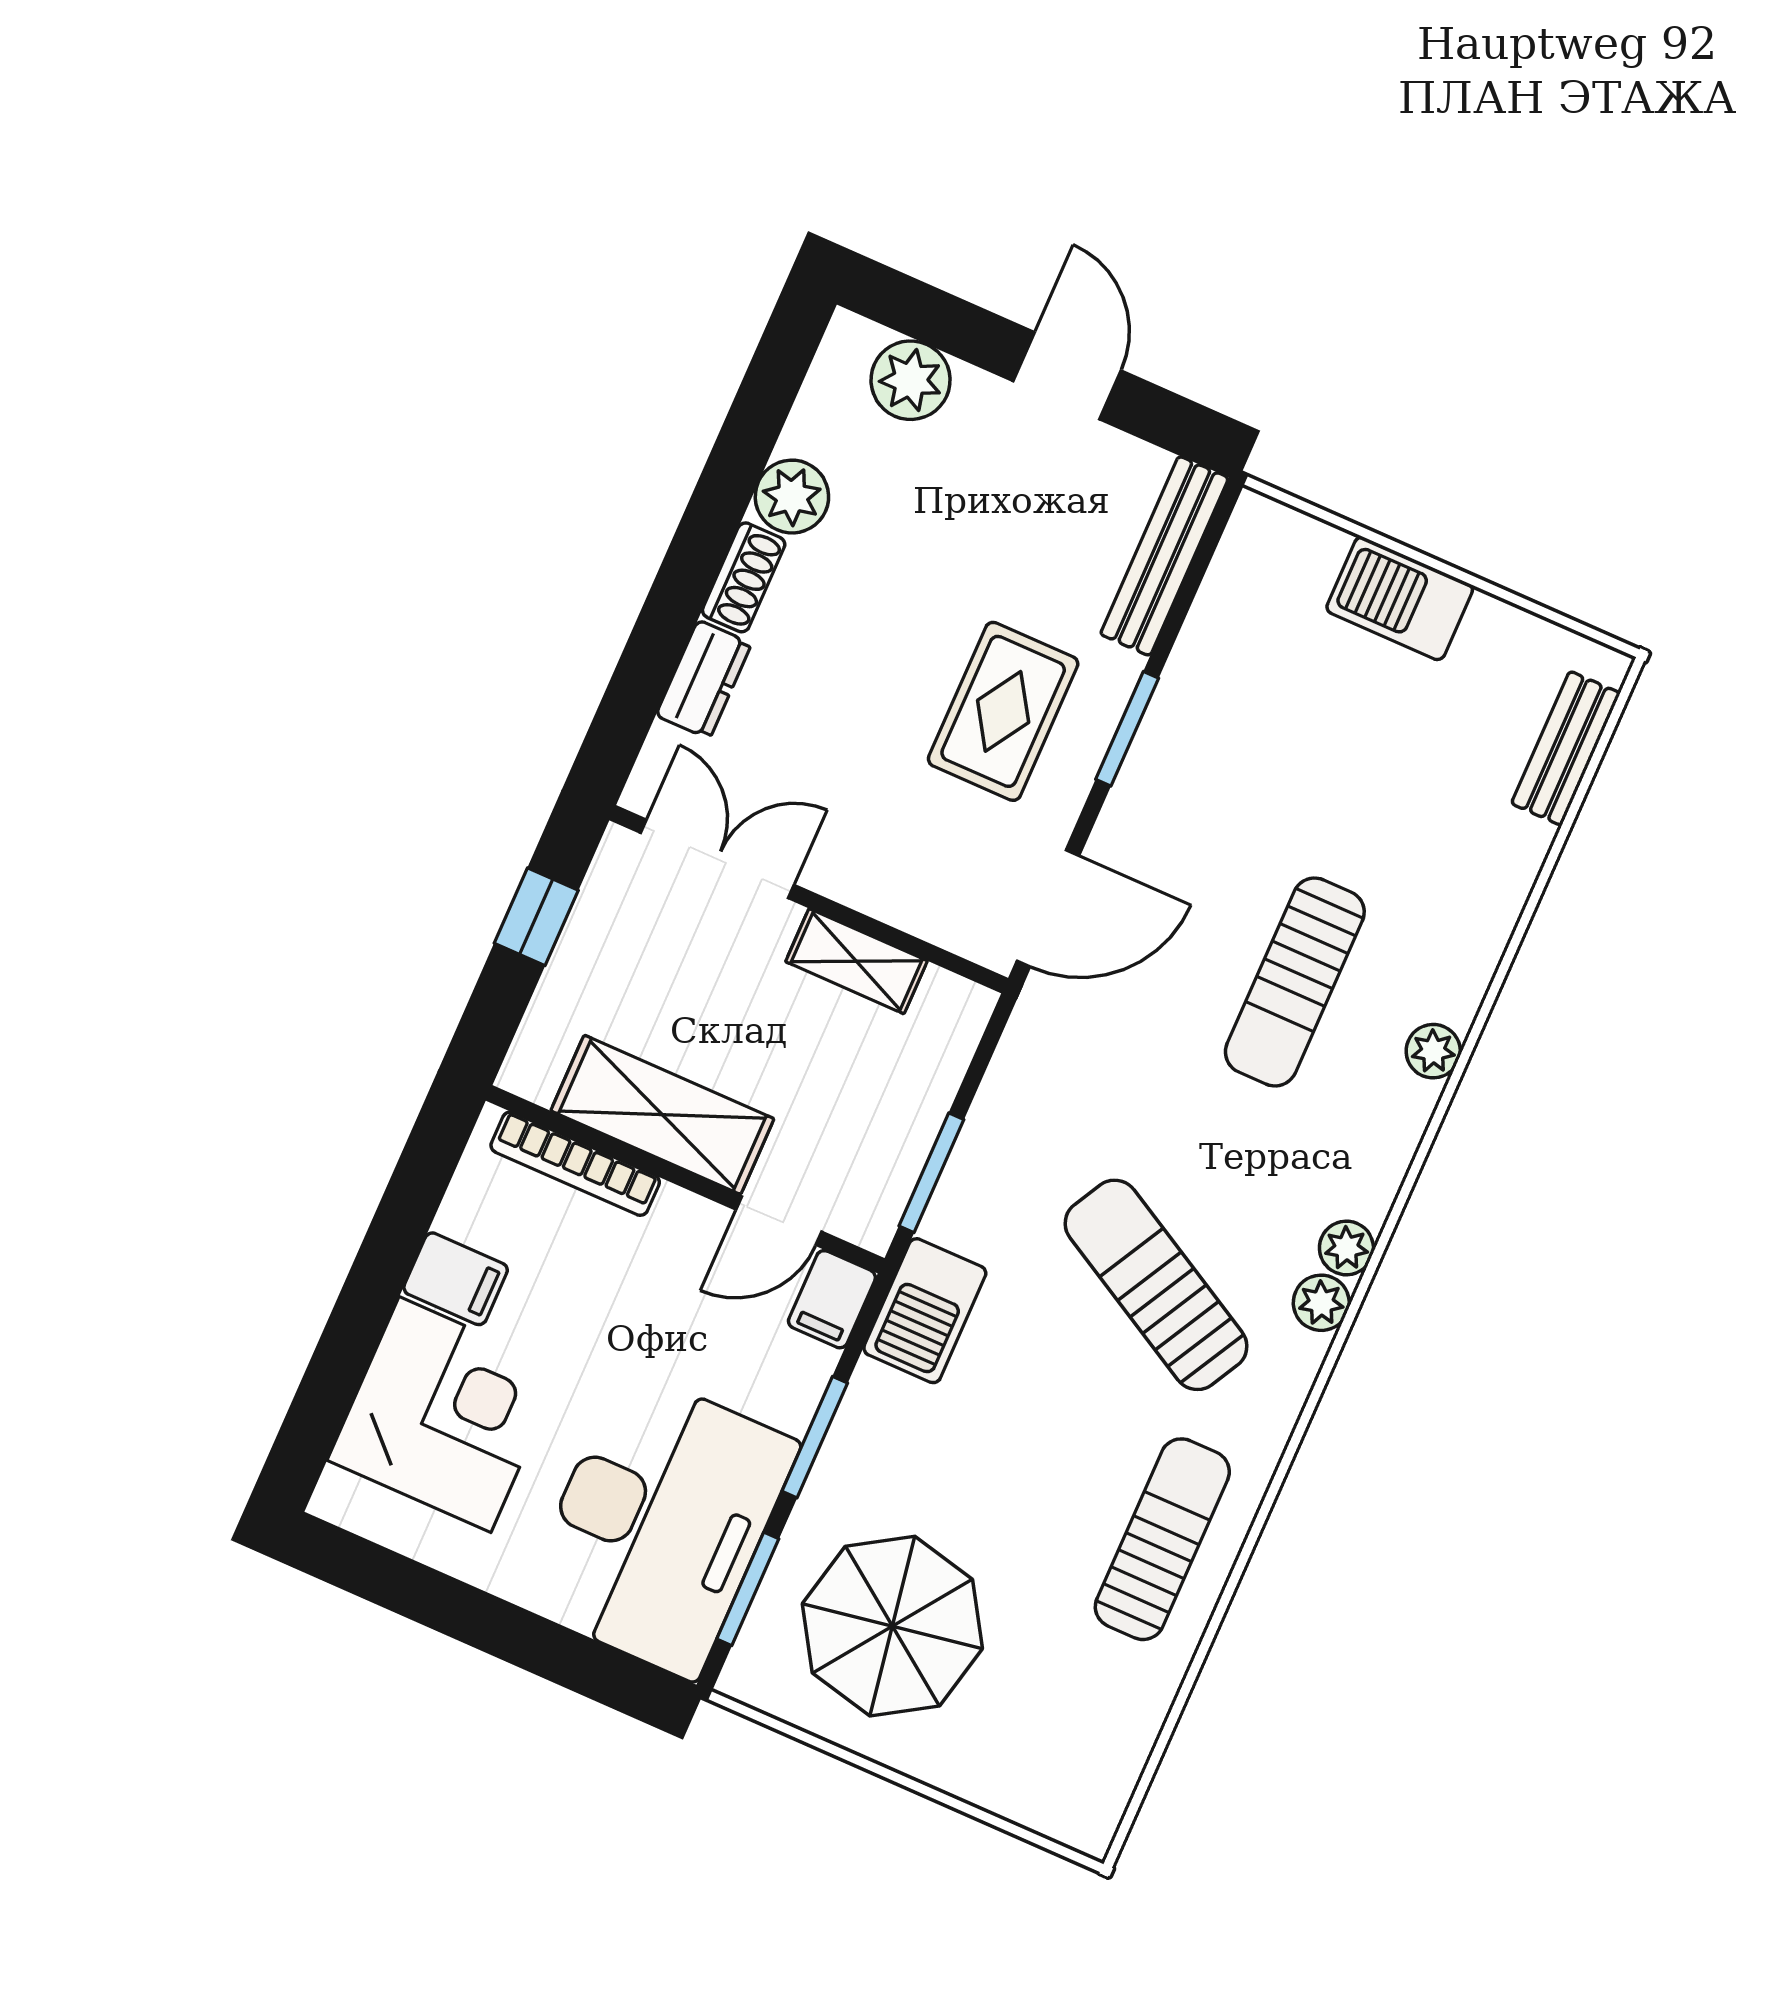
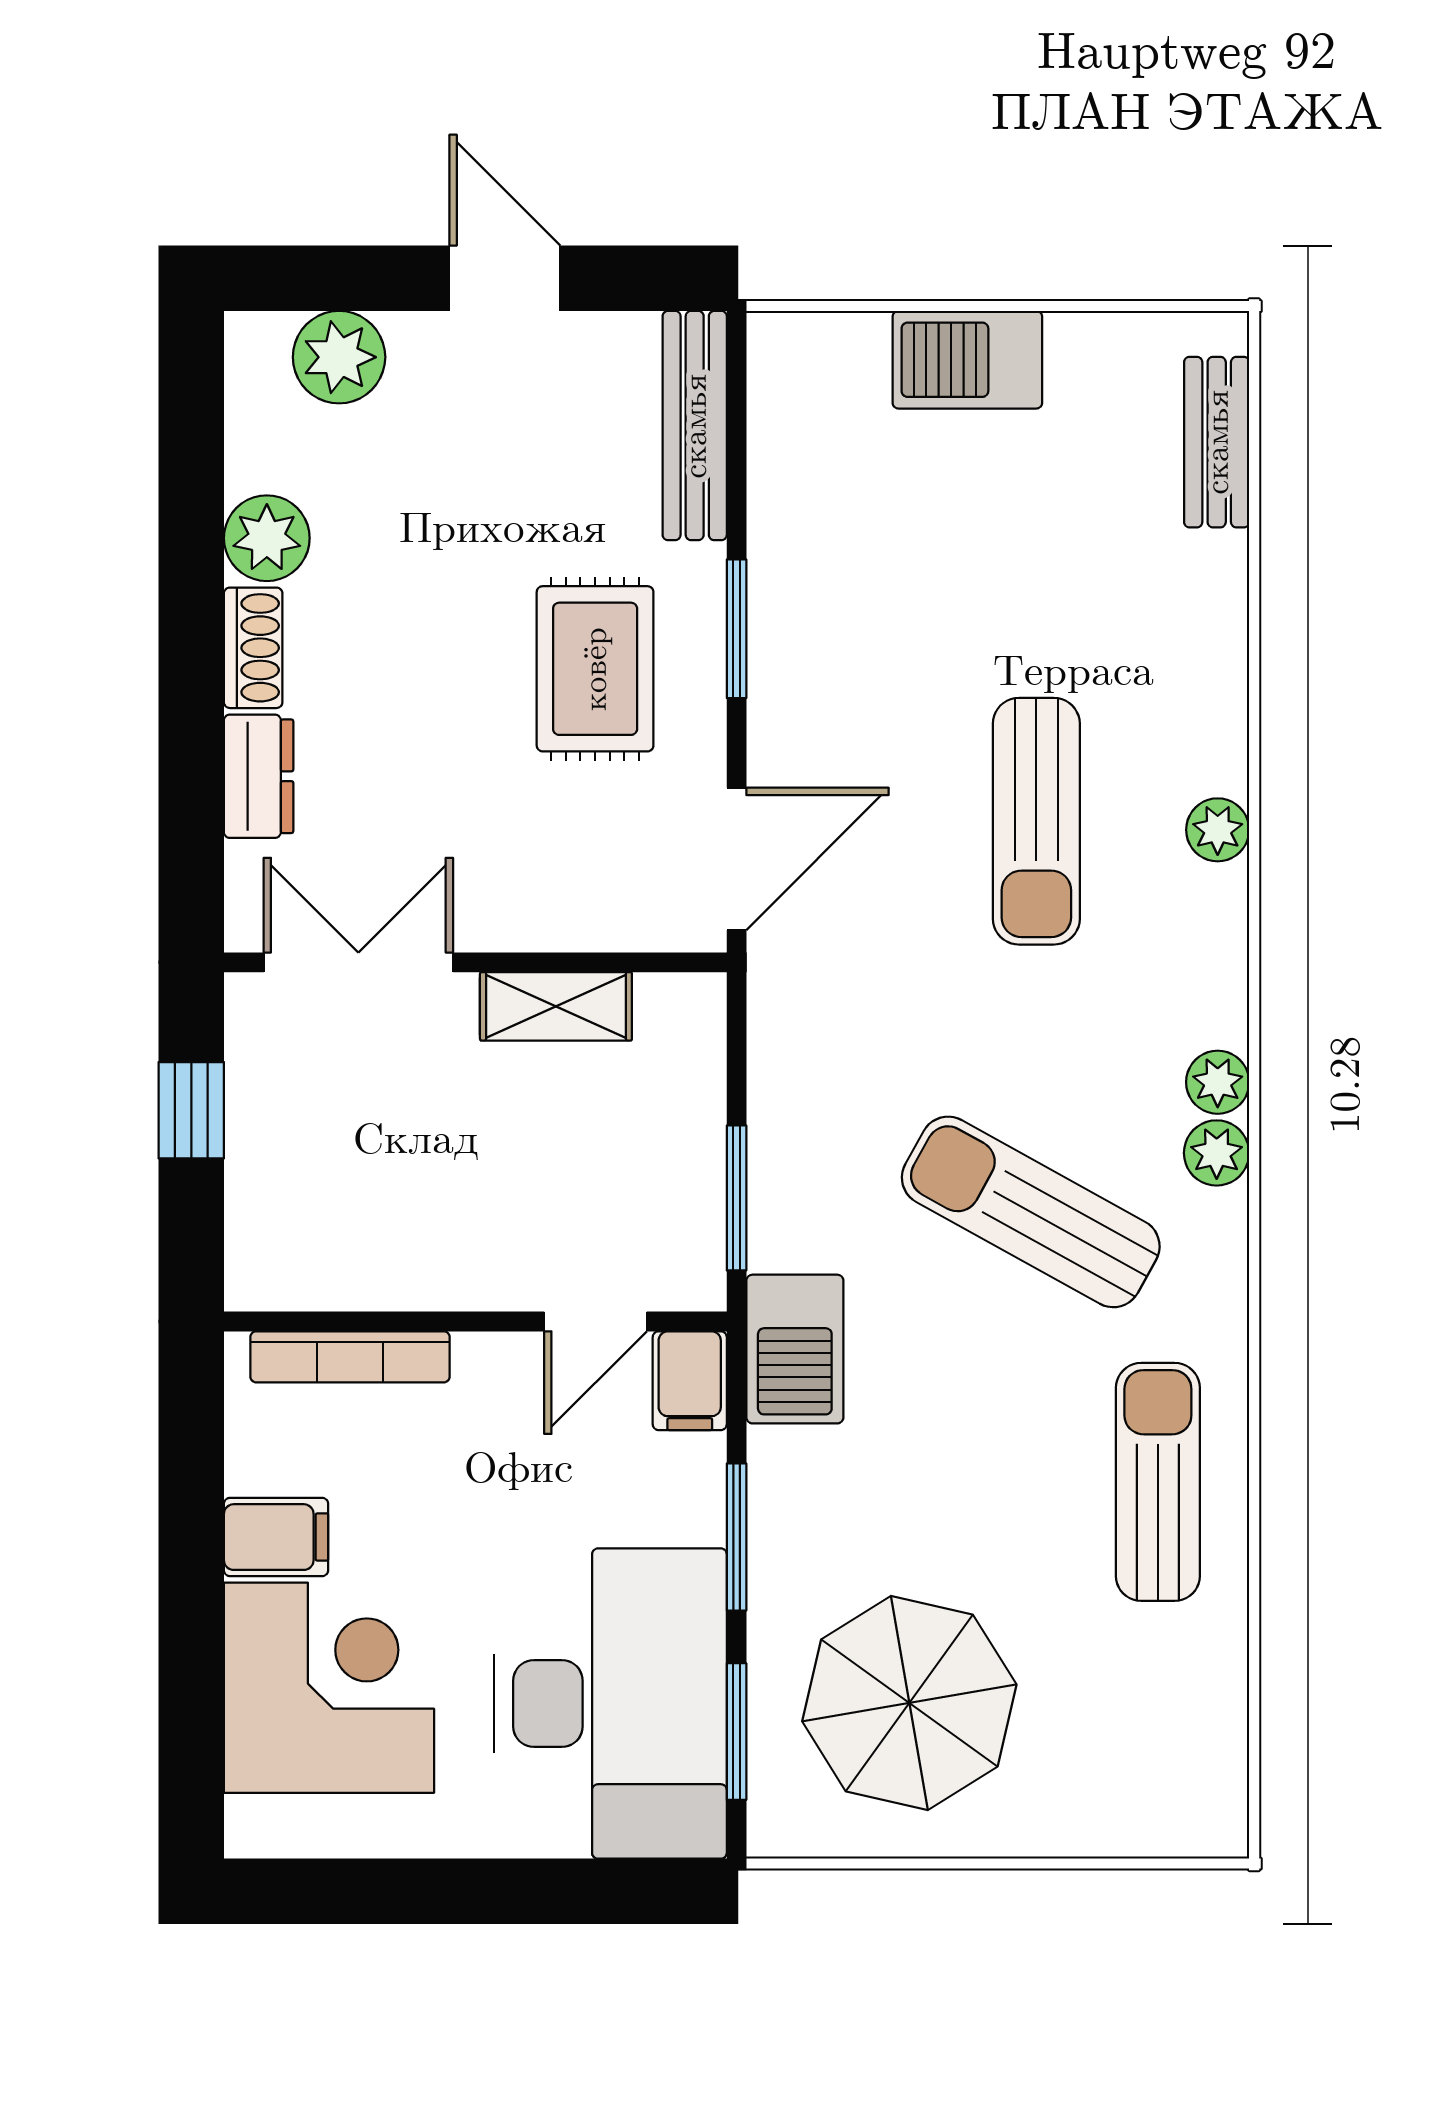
shelving: (662, 1115) -> (420, 1263), removed

